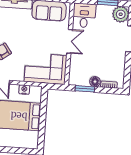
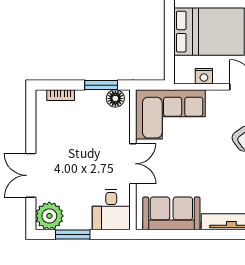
double door: (70, 41) -> (133, 164), swing flipped
floor lamp: (95, 82) -> (115, 98), moved

